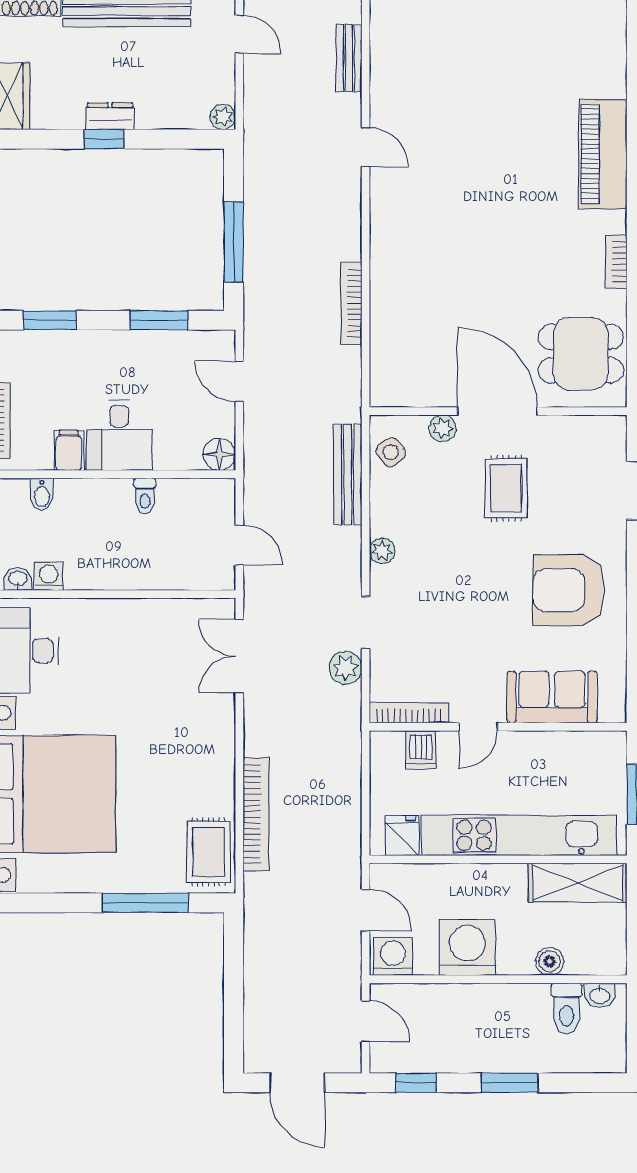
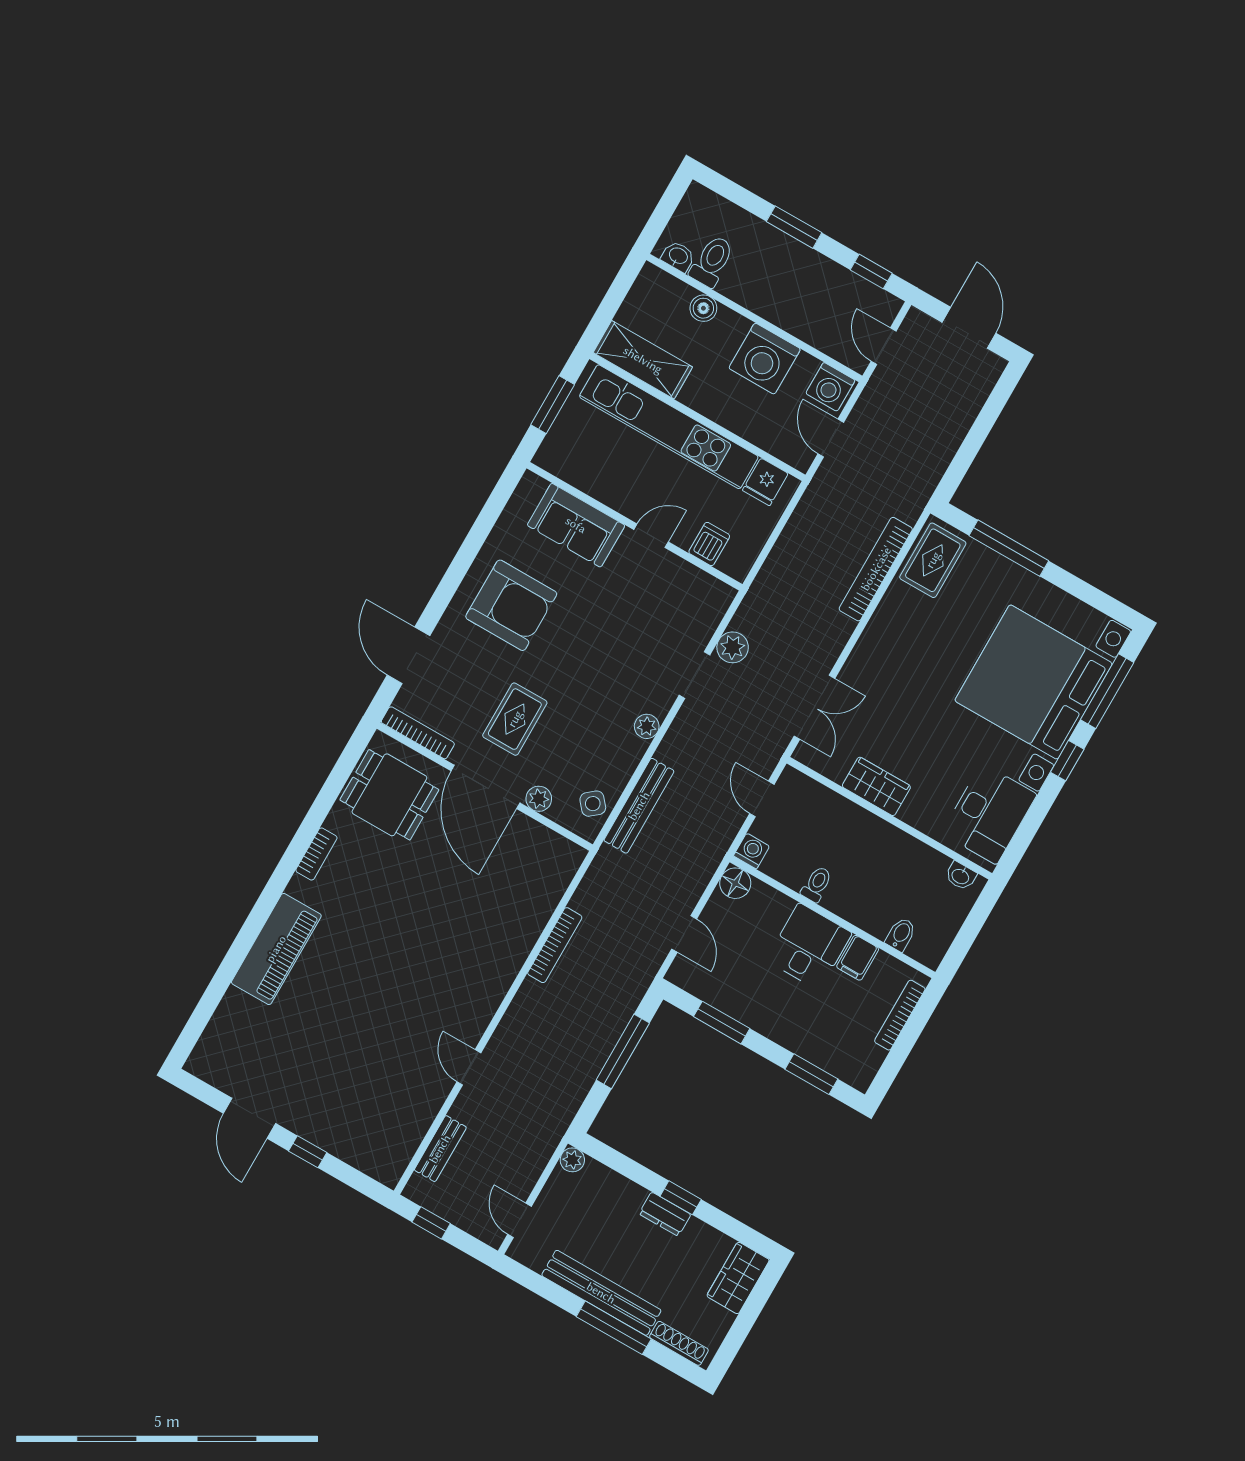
washing machine: (49, 576) -> (752, 851), moved, turned 180
wardrobe: (142, 616) -> (876, 786), added
bookcase: (409, 713) -> (418, 733), moved, turned 180

